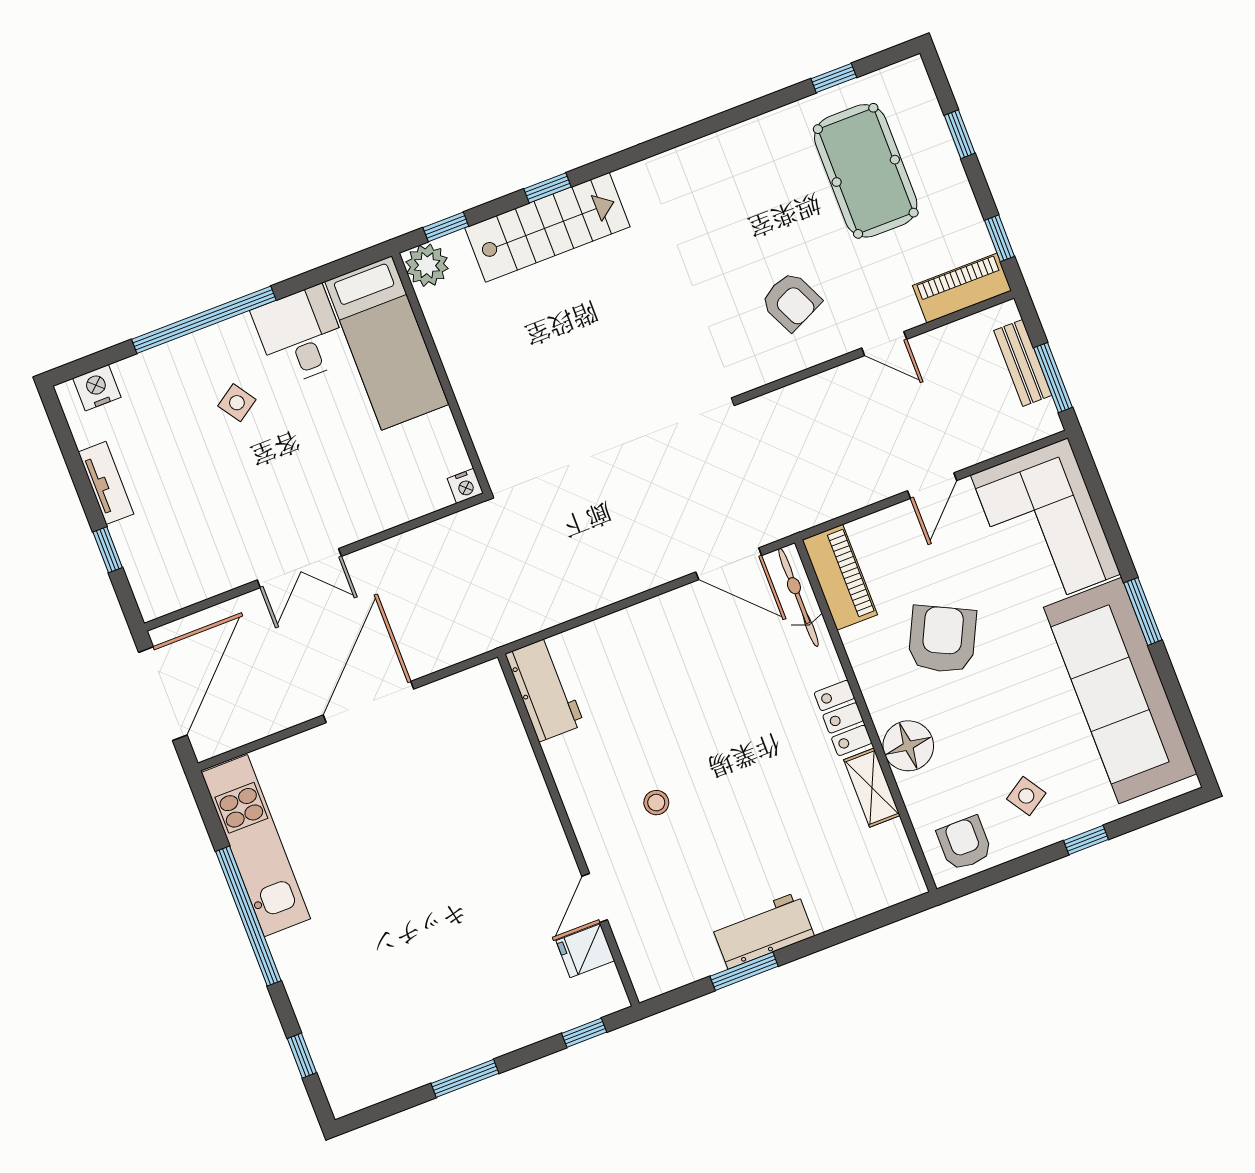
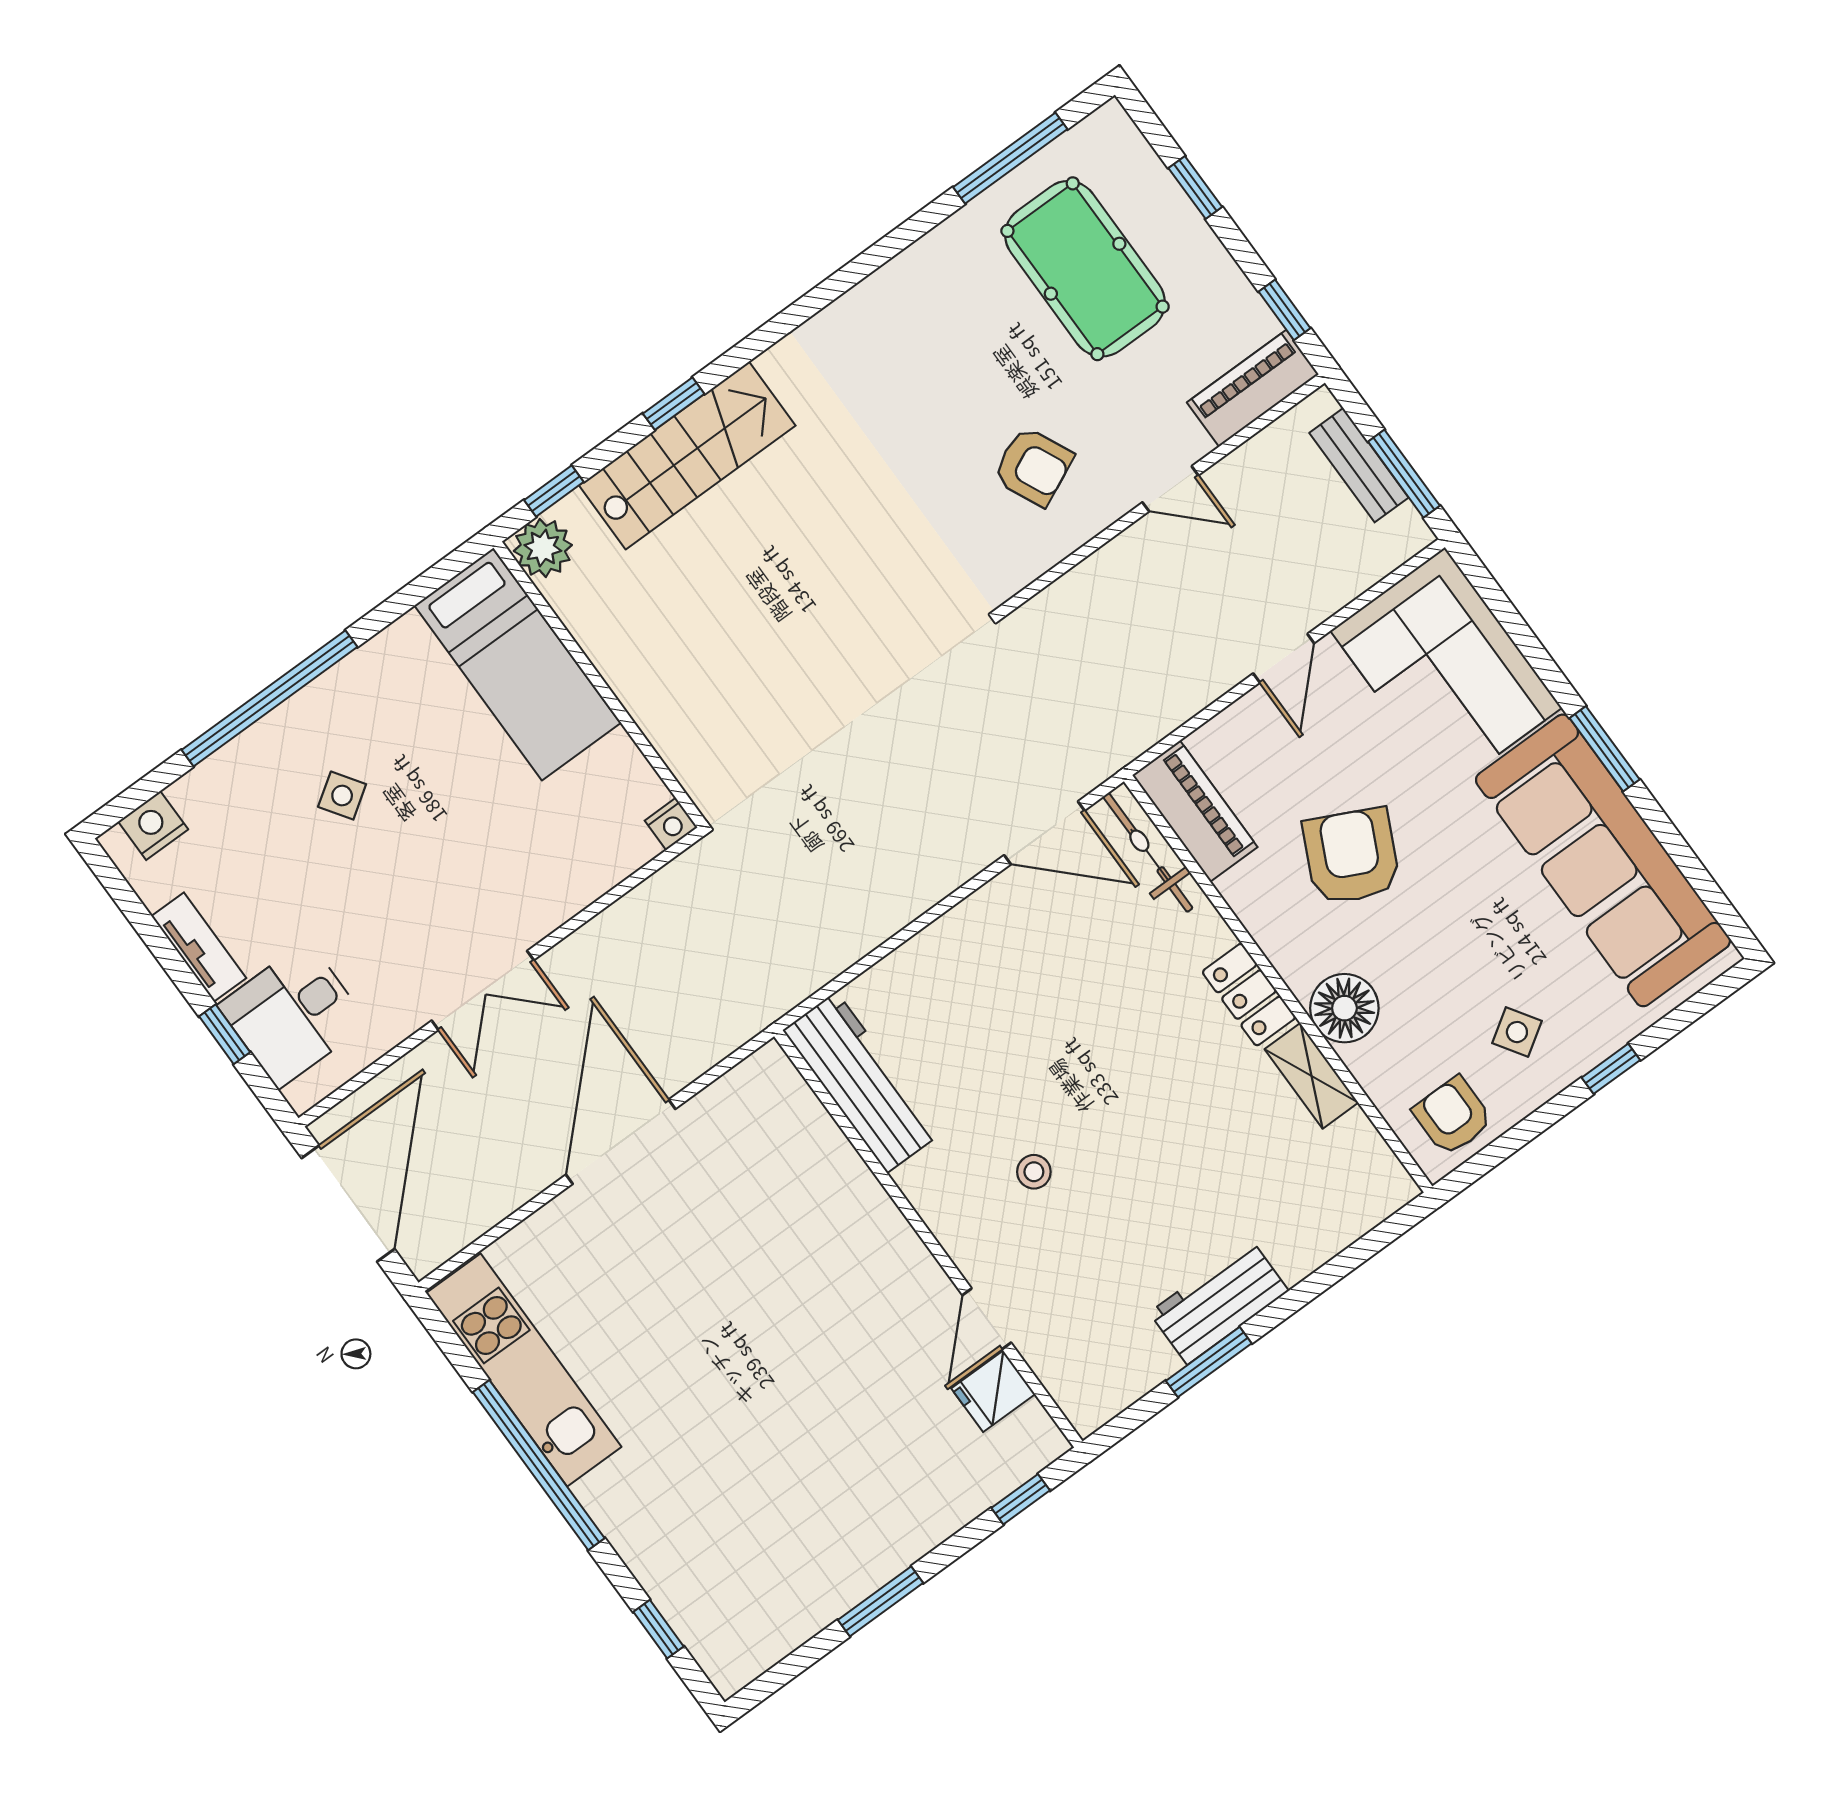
window: (834, 78) -> (1010, 158), width x2.17
desk: (301, 335) -> (293, 1014), moved, turned -90
workbench: (545, 689) -> (862, 1082), width x1.37

